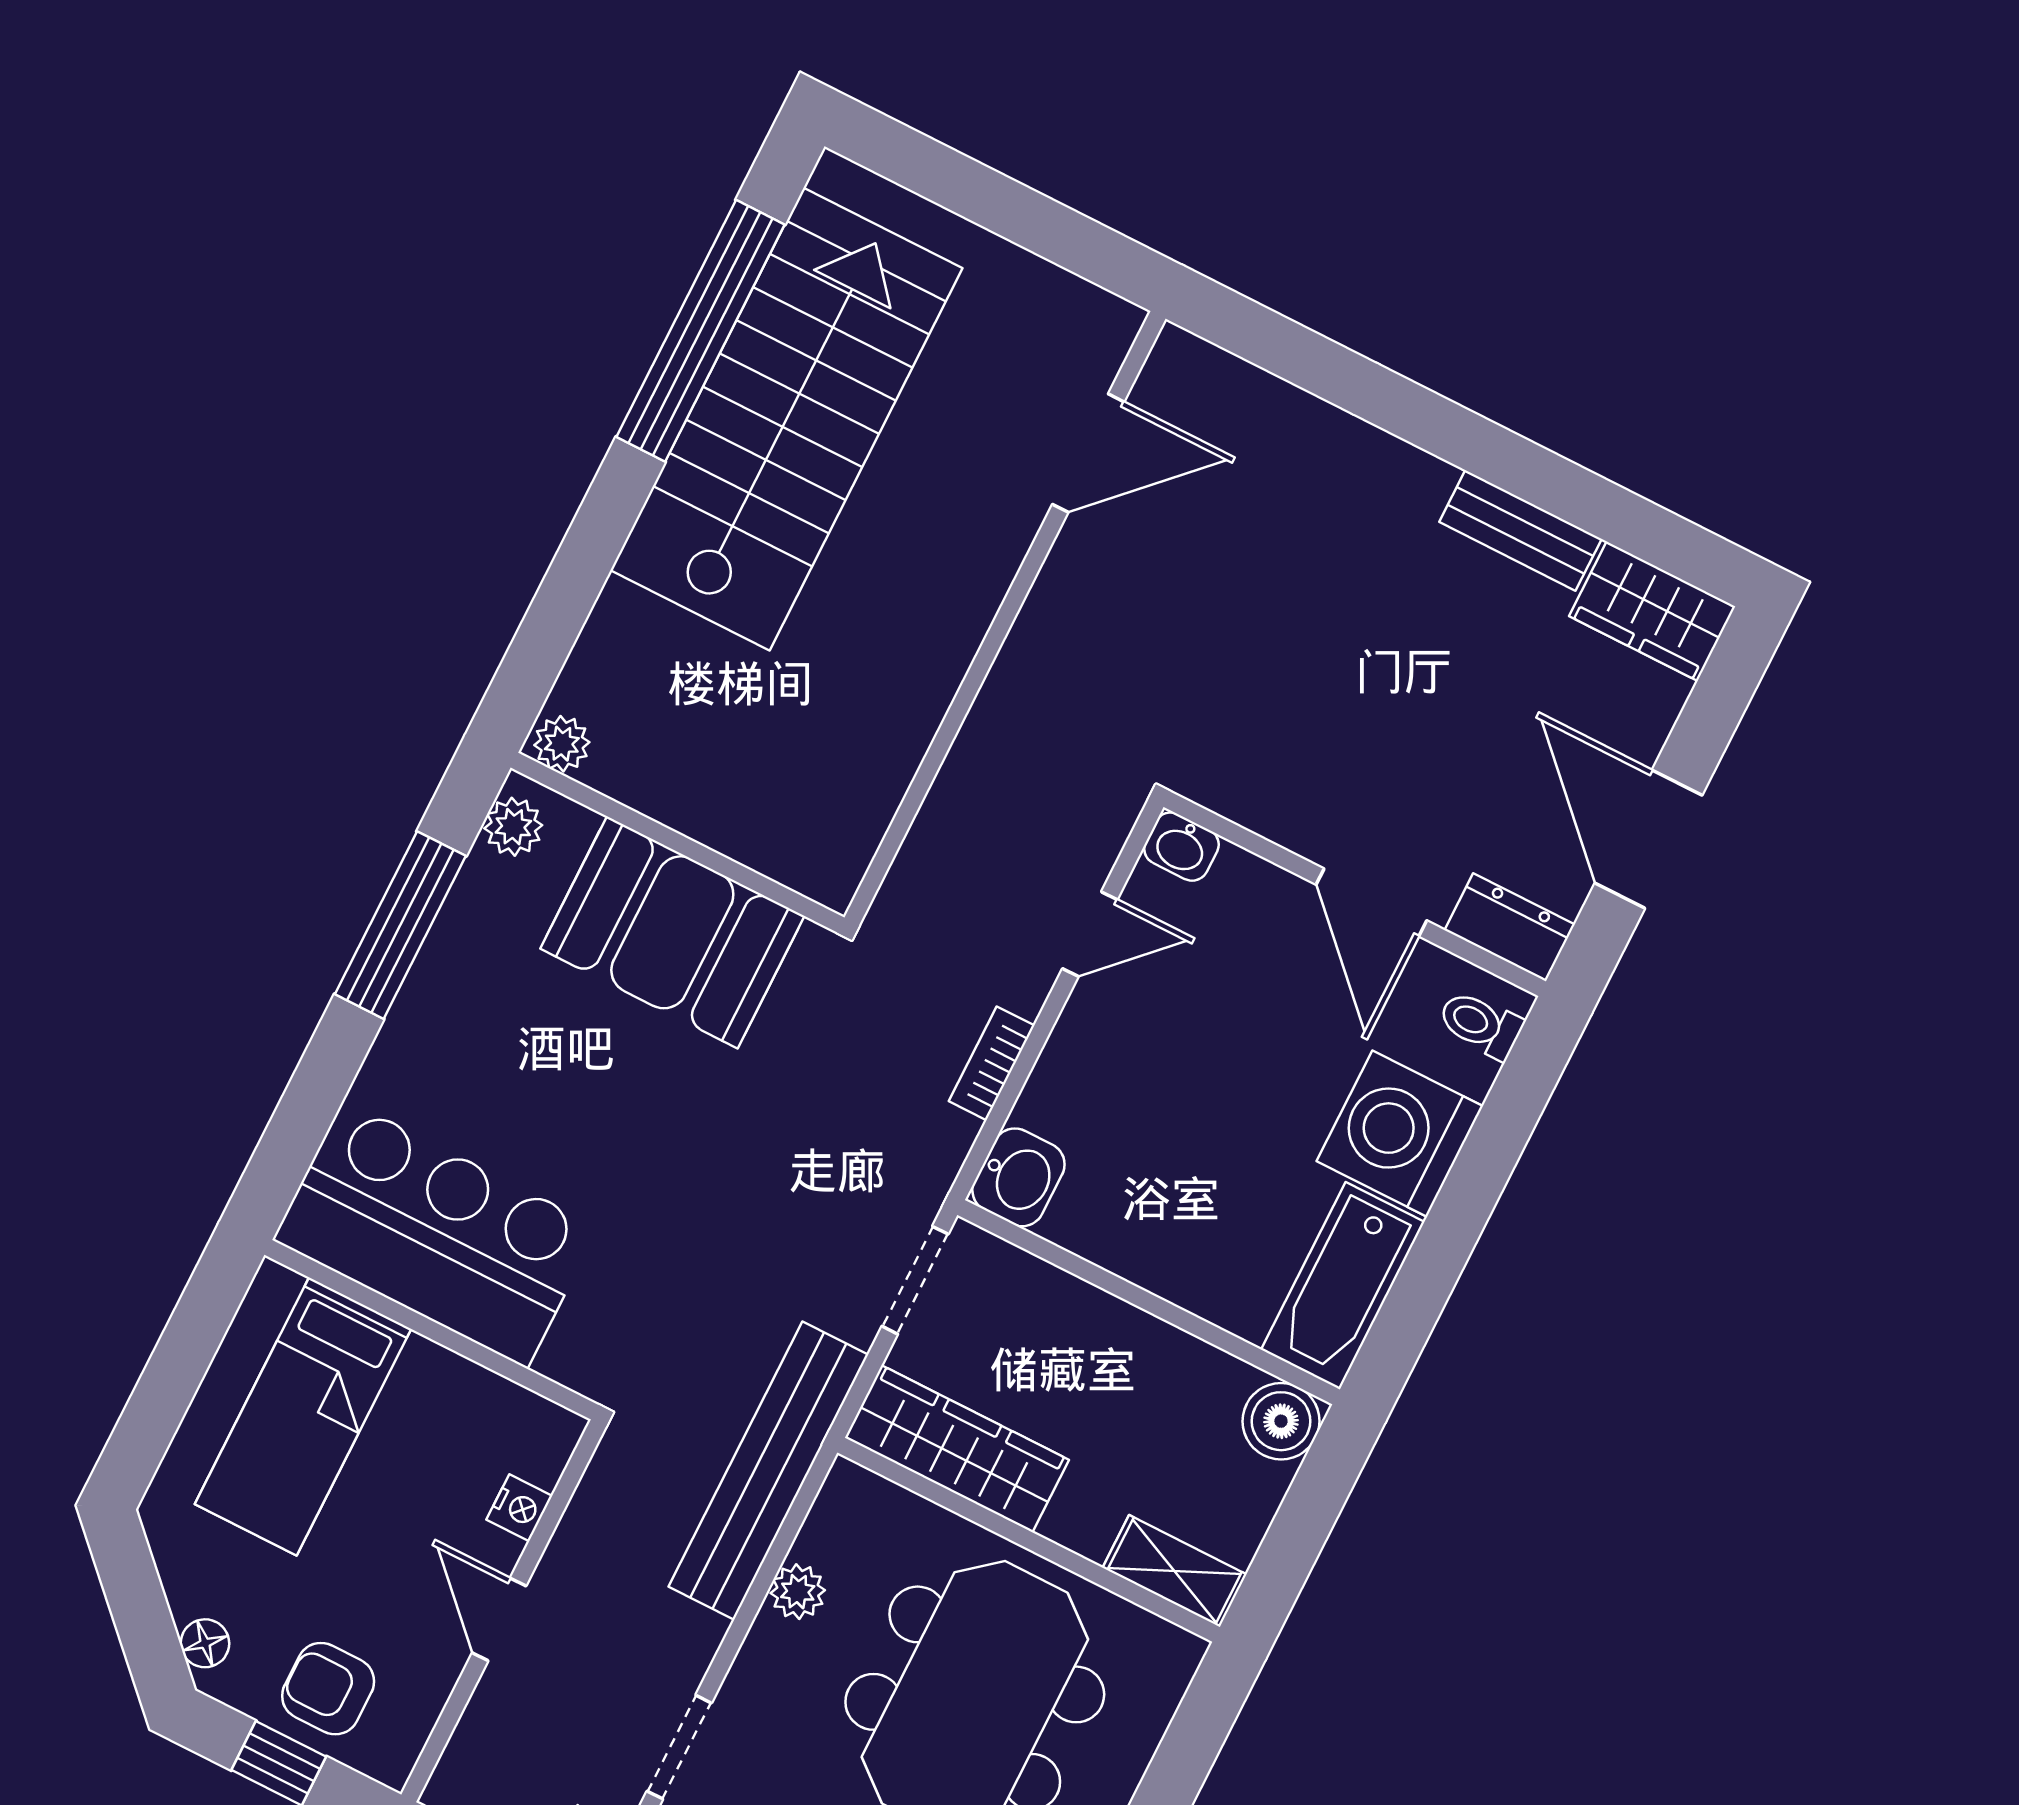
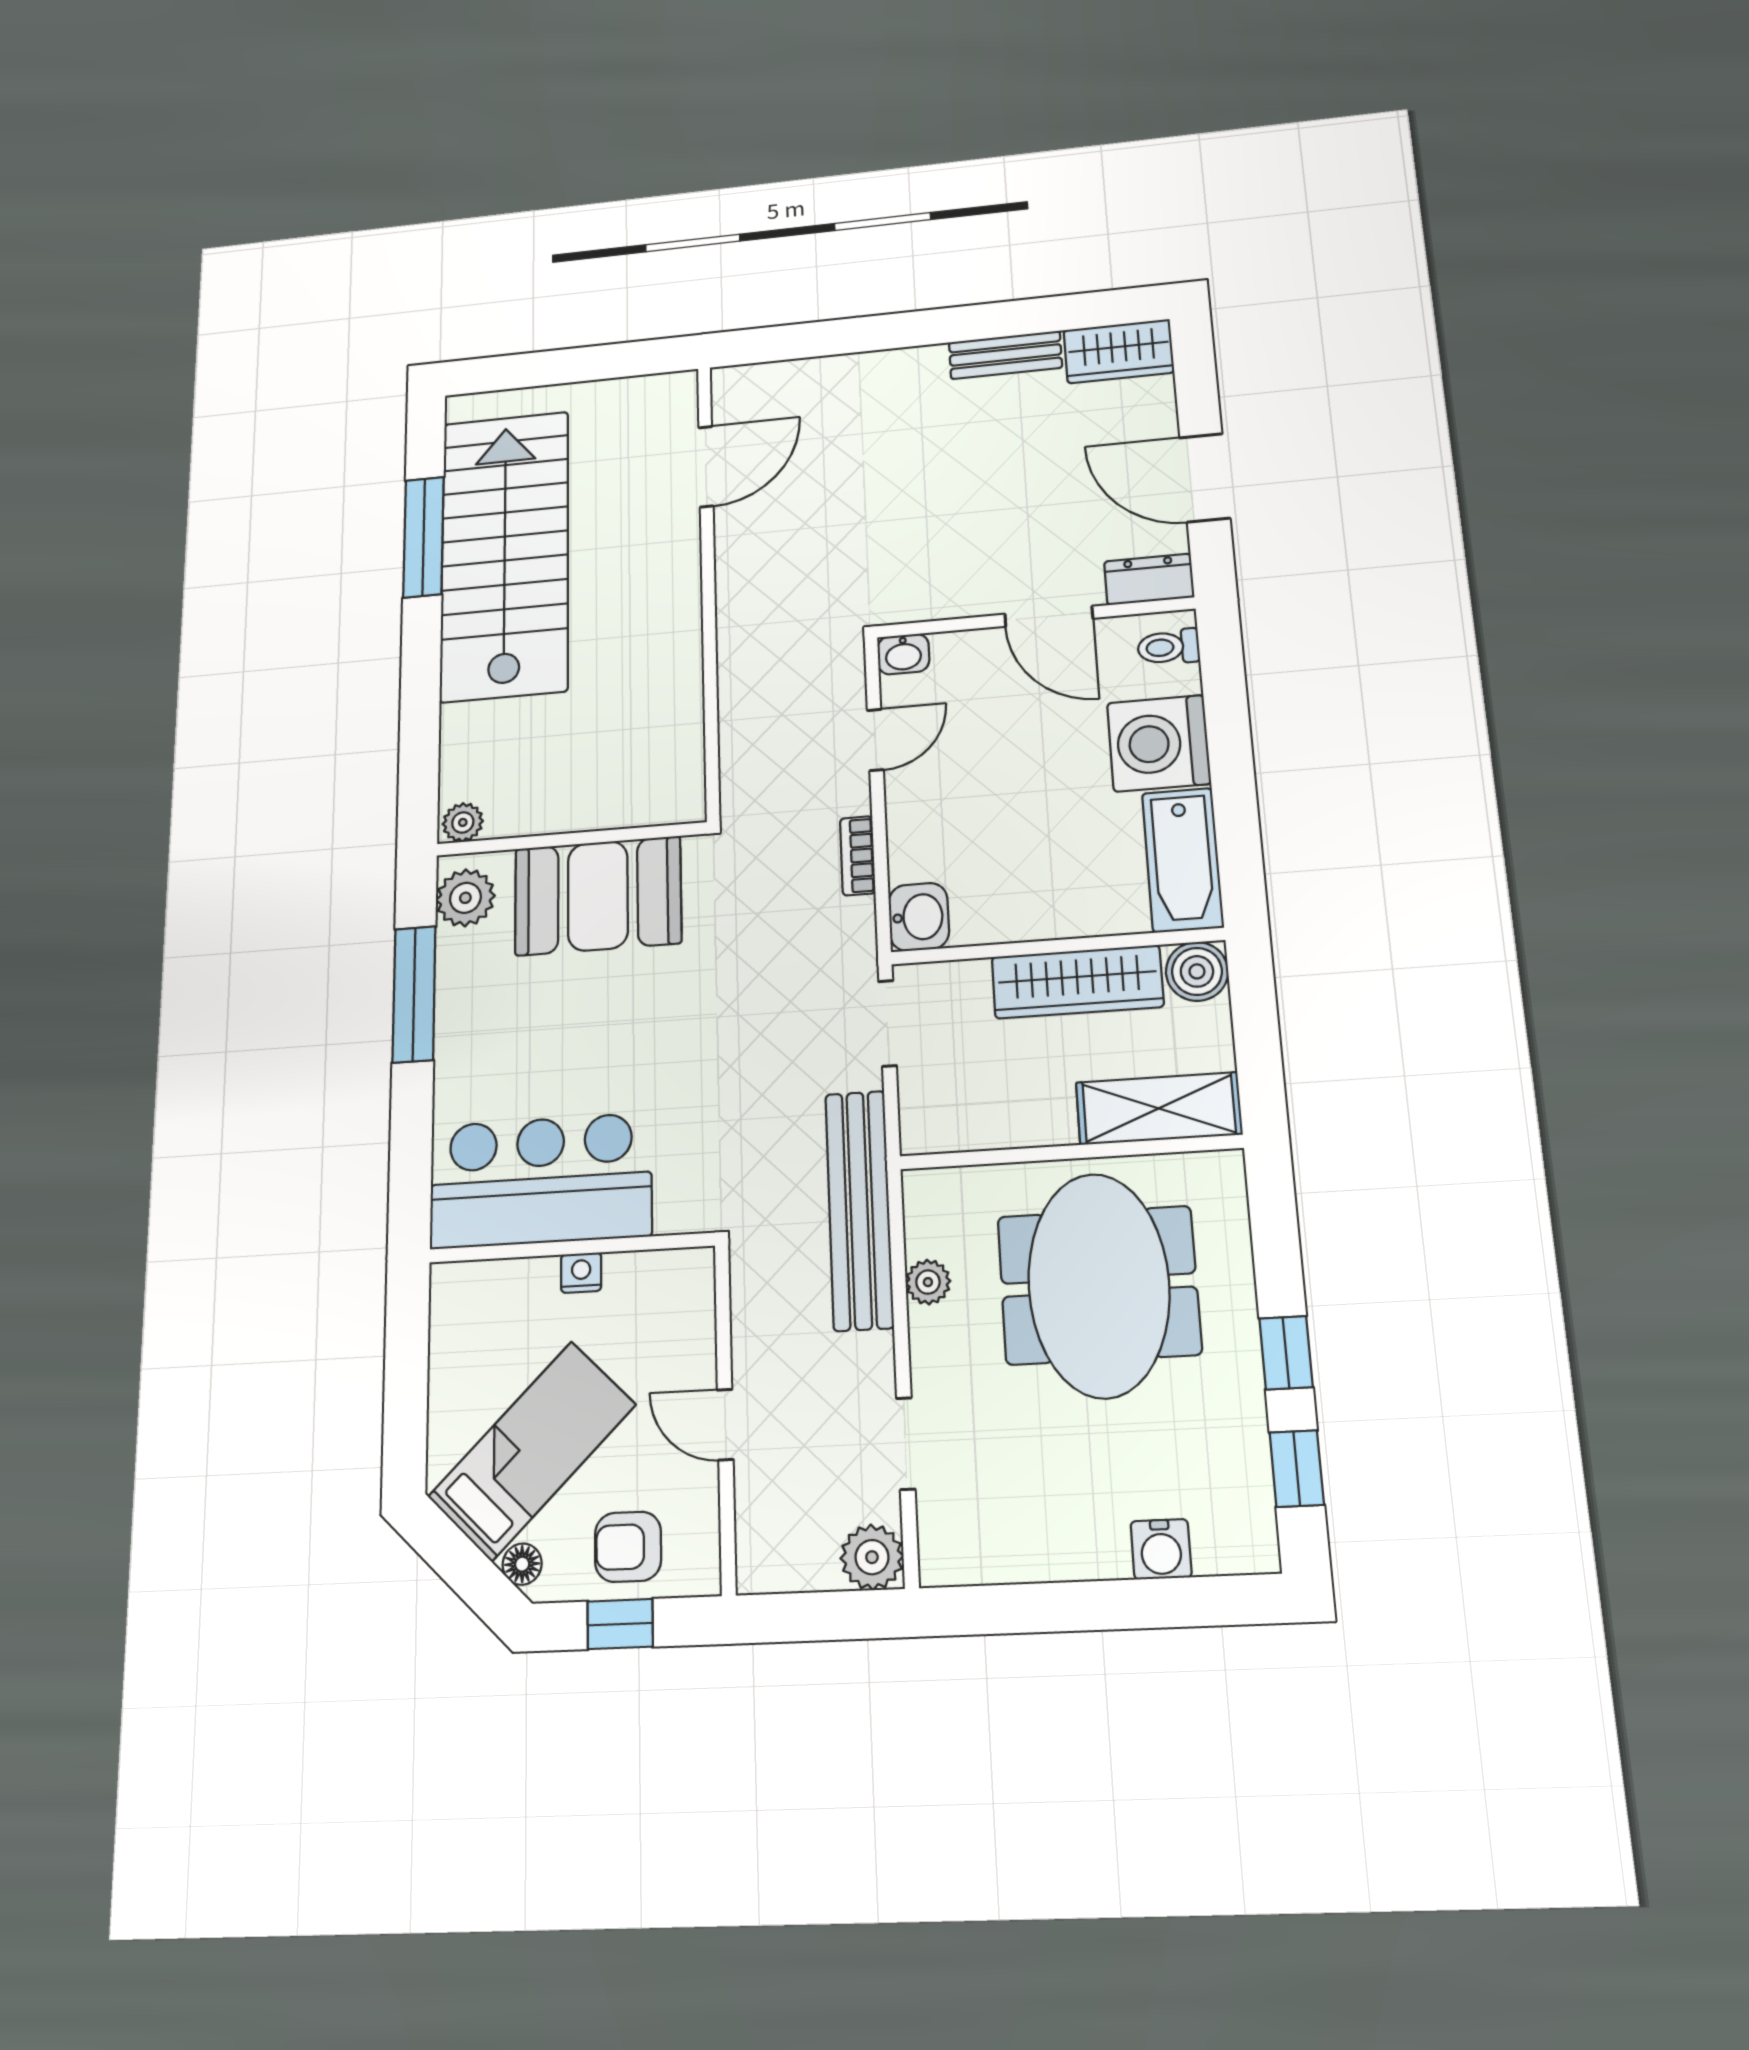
window: (701, 331) -> (424, 537), width x0.68
plant: (513, 827) -> (465, 898), width x1.38, depth x1.38
bed: (303, 1416) -> (532, 1451), moved, turned -135
wardrobe: (957, 1449) -> (1077, 982), moved, turned 180
nightstand: (519, 1508) -> (581, 1273), moved, turned -90
shelving: (1174, 1571) -> (1159, 1108), width x1.50, depth x1.33

